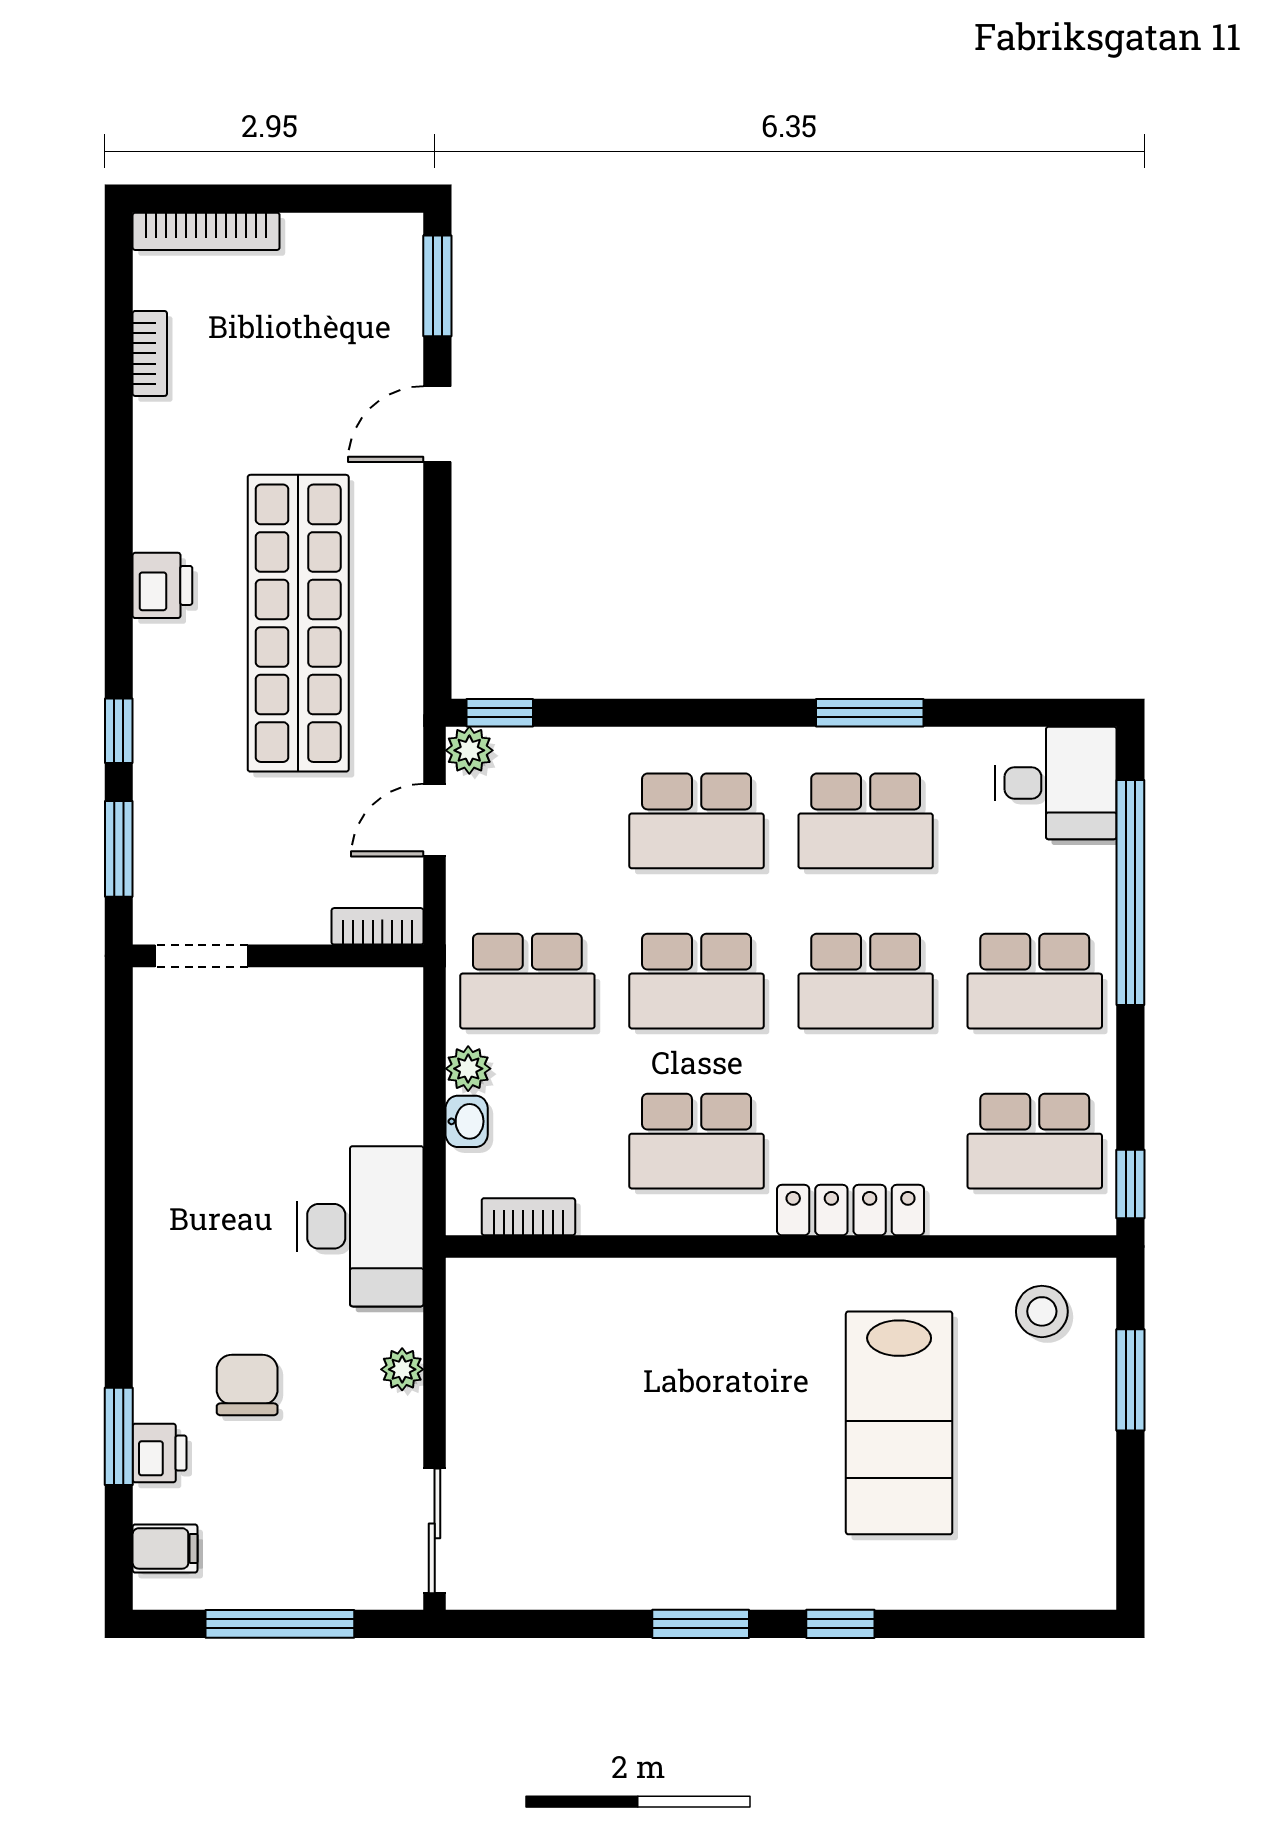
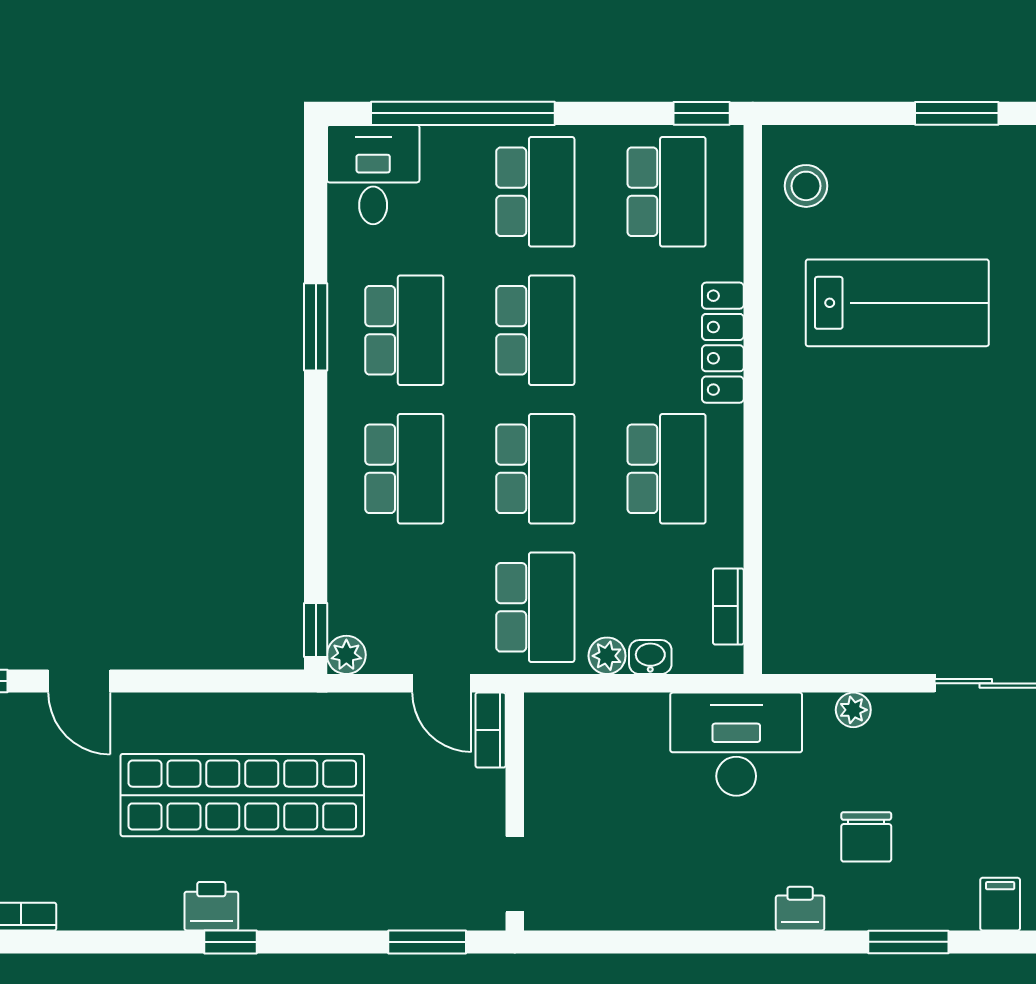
window: (119, 731) -> (230, 942), moved
door: (435, 820) -> (442, 683), moved
window: (1130, 1380) -> (957, 113), moved
chair: (247, 1385) -> (866, 837), turned -90
printer: (160, 1453) -> (800, 909), moved

